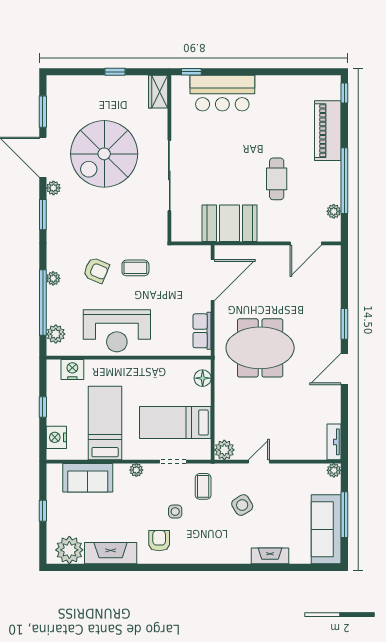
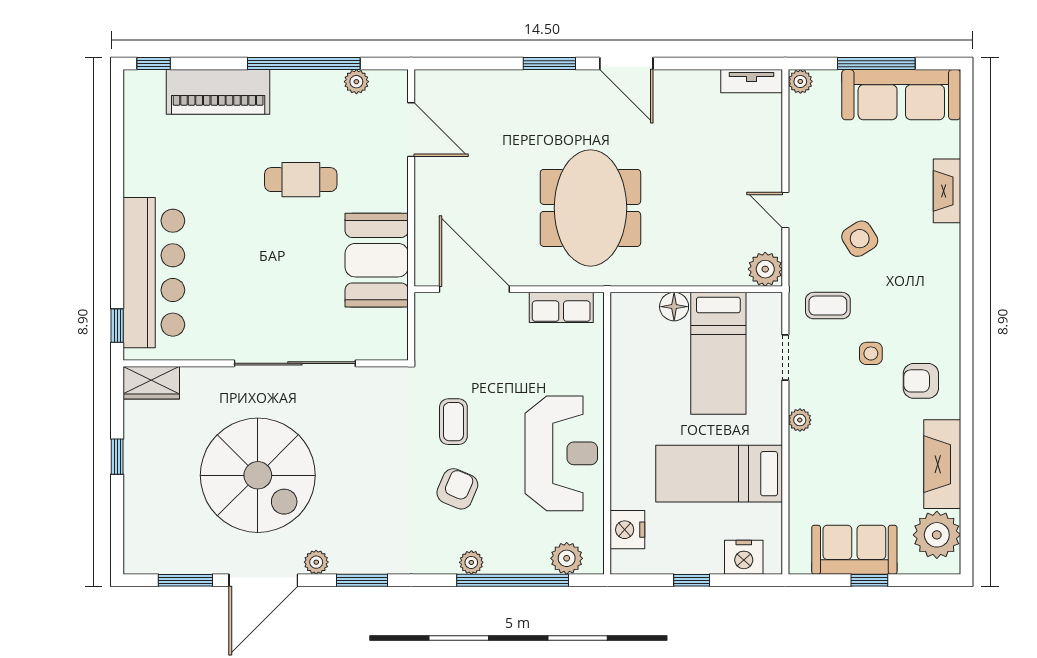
bar counter: (222, 93) -> (154, 273), width x1.36
floor lamp: (203, 378) -> (674, 307), moved
sofa: (88, 478) -> (854, 550), moved, turned -90

